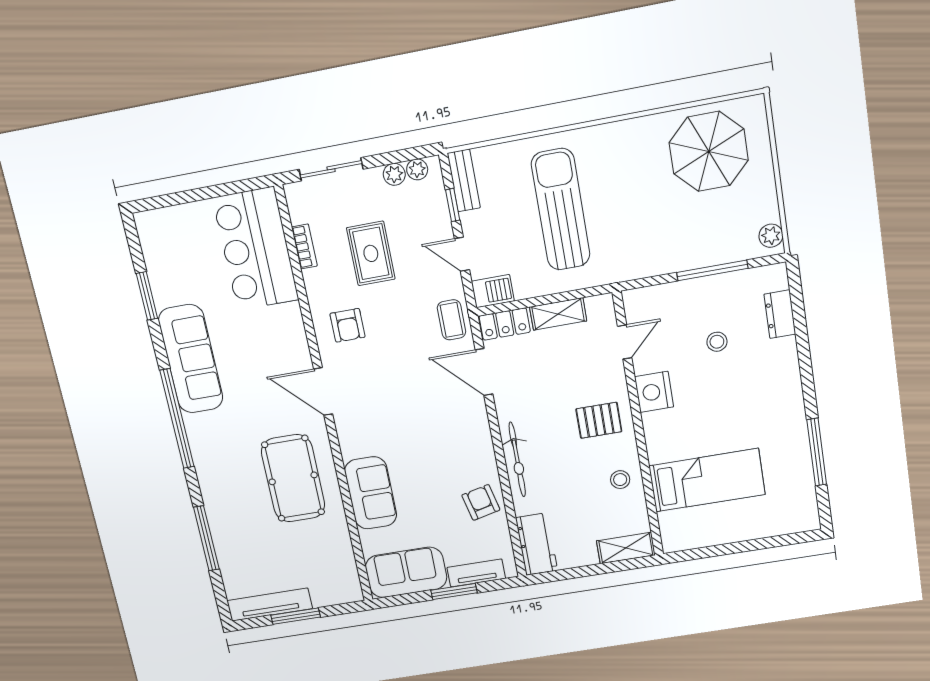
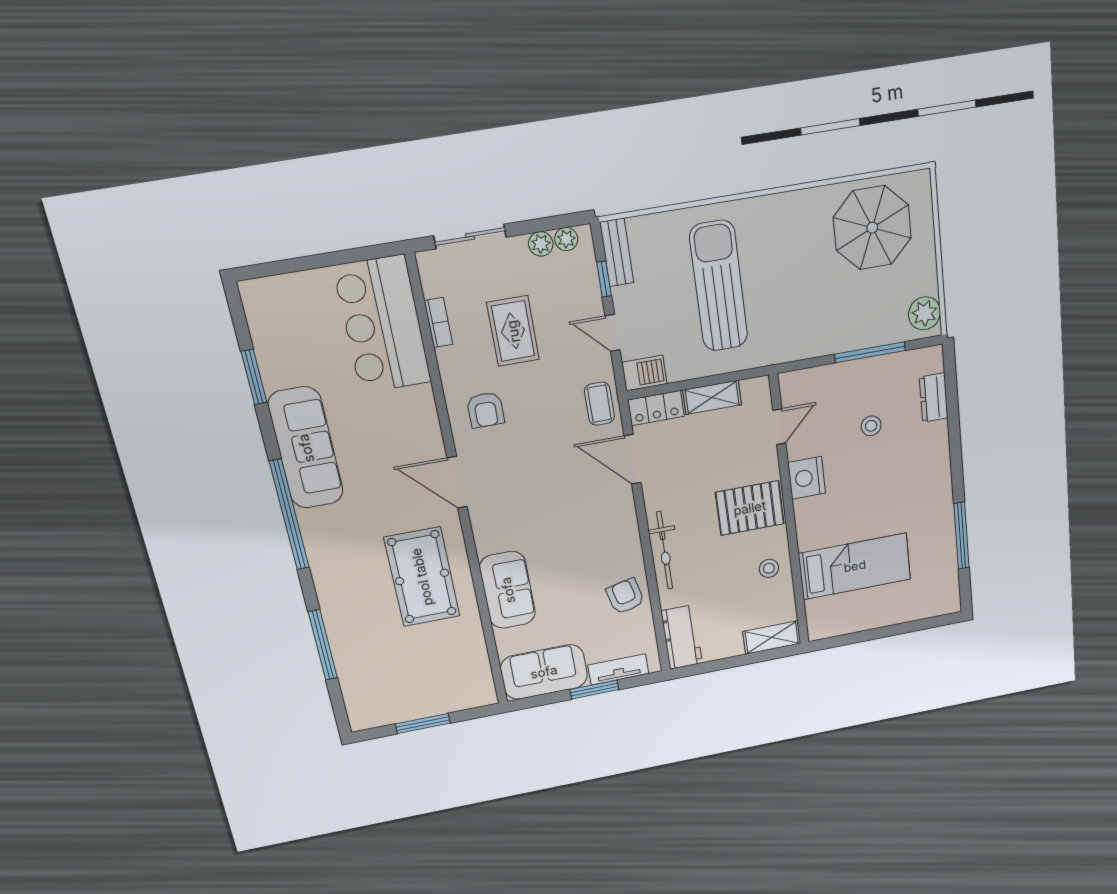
plant: (771, 236) -> (925, 313), width x1.38, depth x1.38
pallet: (599, 420) -> (750, 508), width x1.50, depth x1.42
tv unit: (270, 605) -> (394, 713), removed

